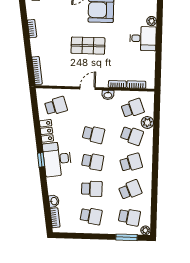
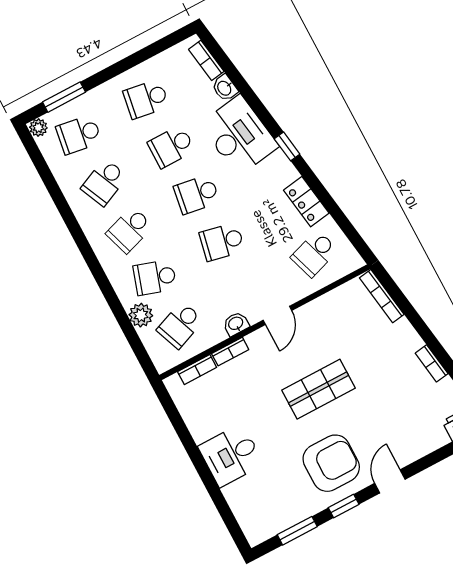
plant: (152, 21) -> (233, 494), removed
desk: (57, 159) -> (239, 135), moved

